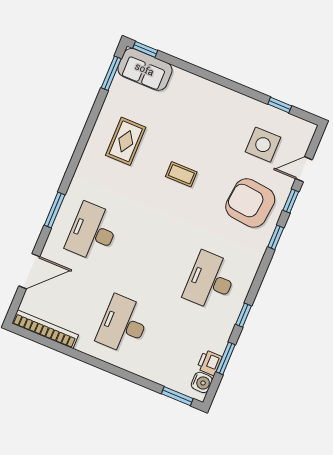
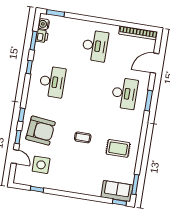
rug: (126, 141) -> (118, 148), turned 90
door: (304, 169) -> (15, 157), hinge flipped

